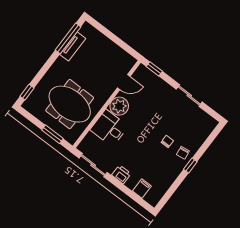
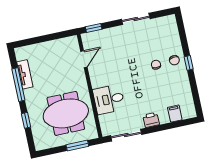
window: (68, 38) -> (18, 85), moved
window: (27, 92) -> (26, 120), moved
plant: (119, 106) -> (99, 78), removed

